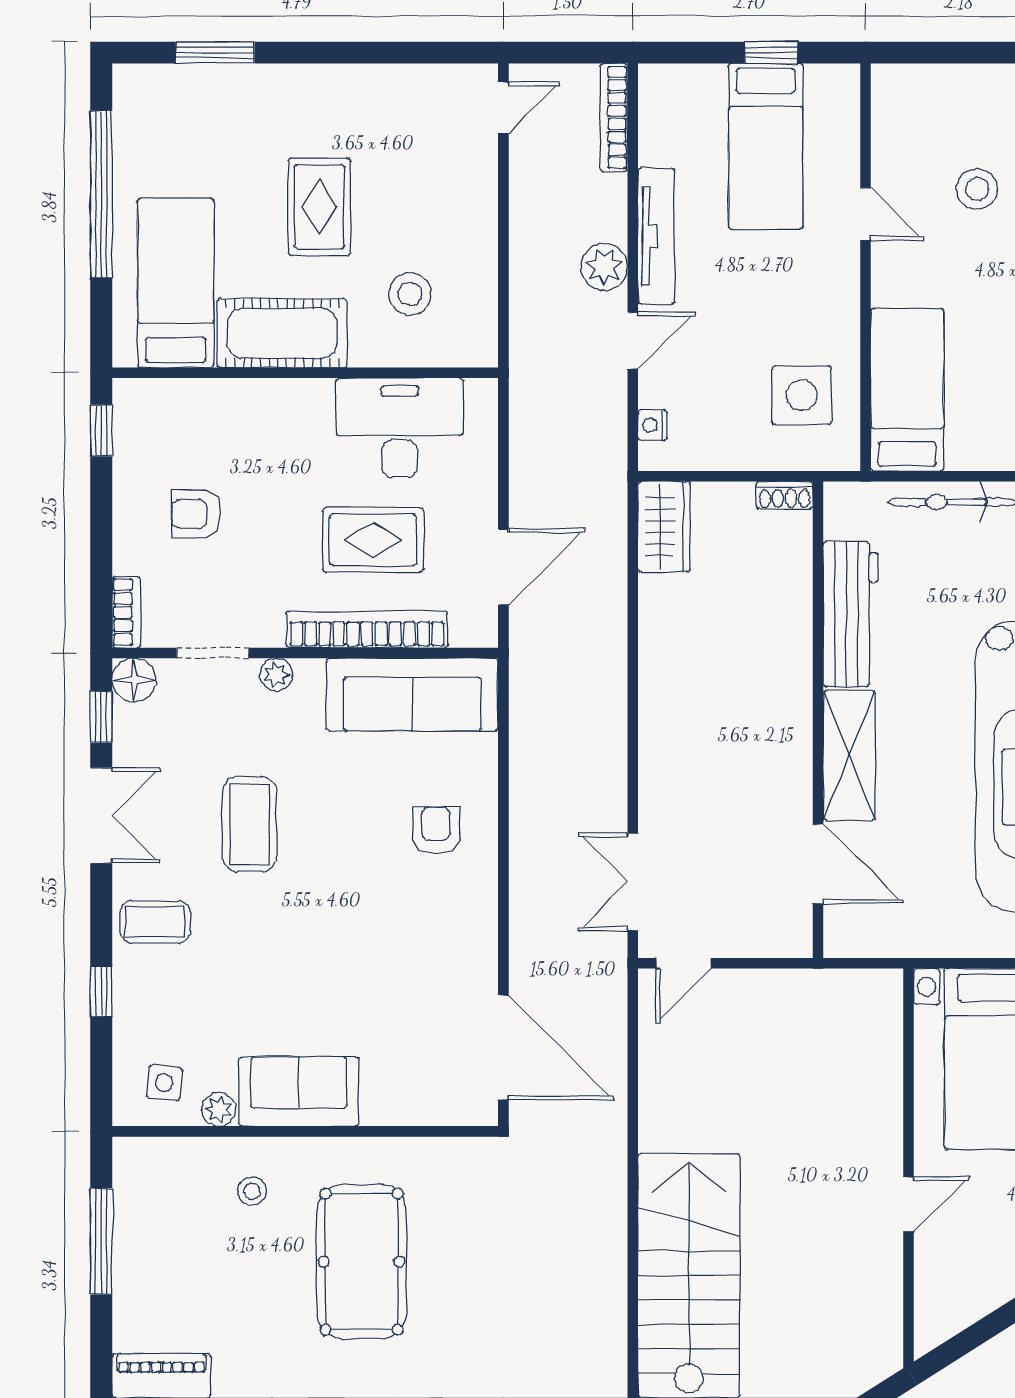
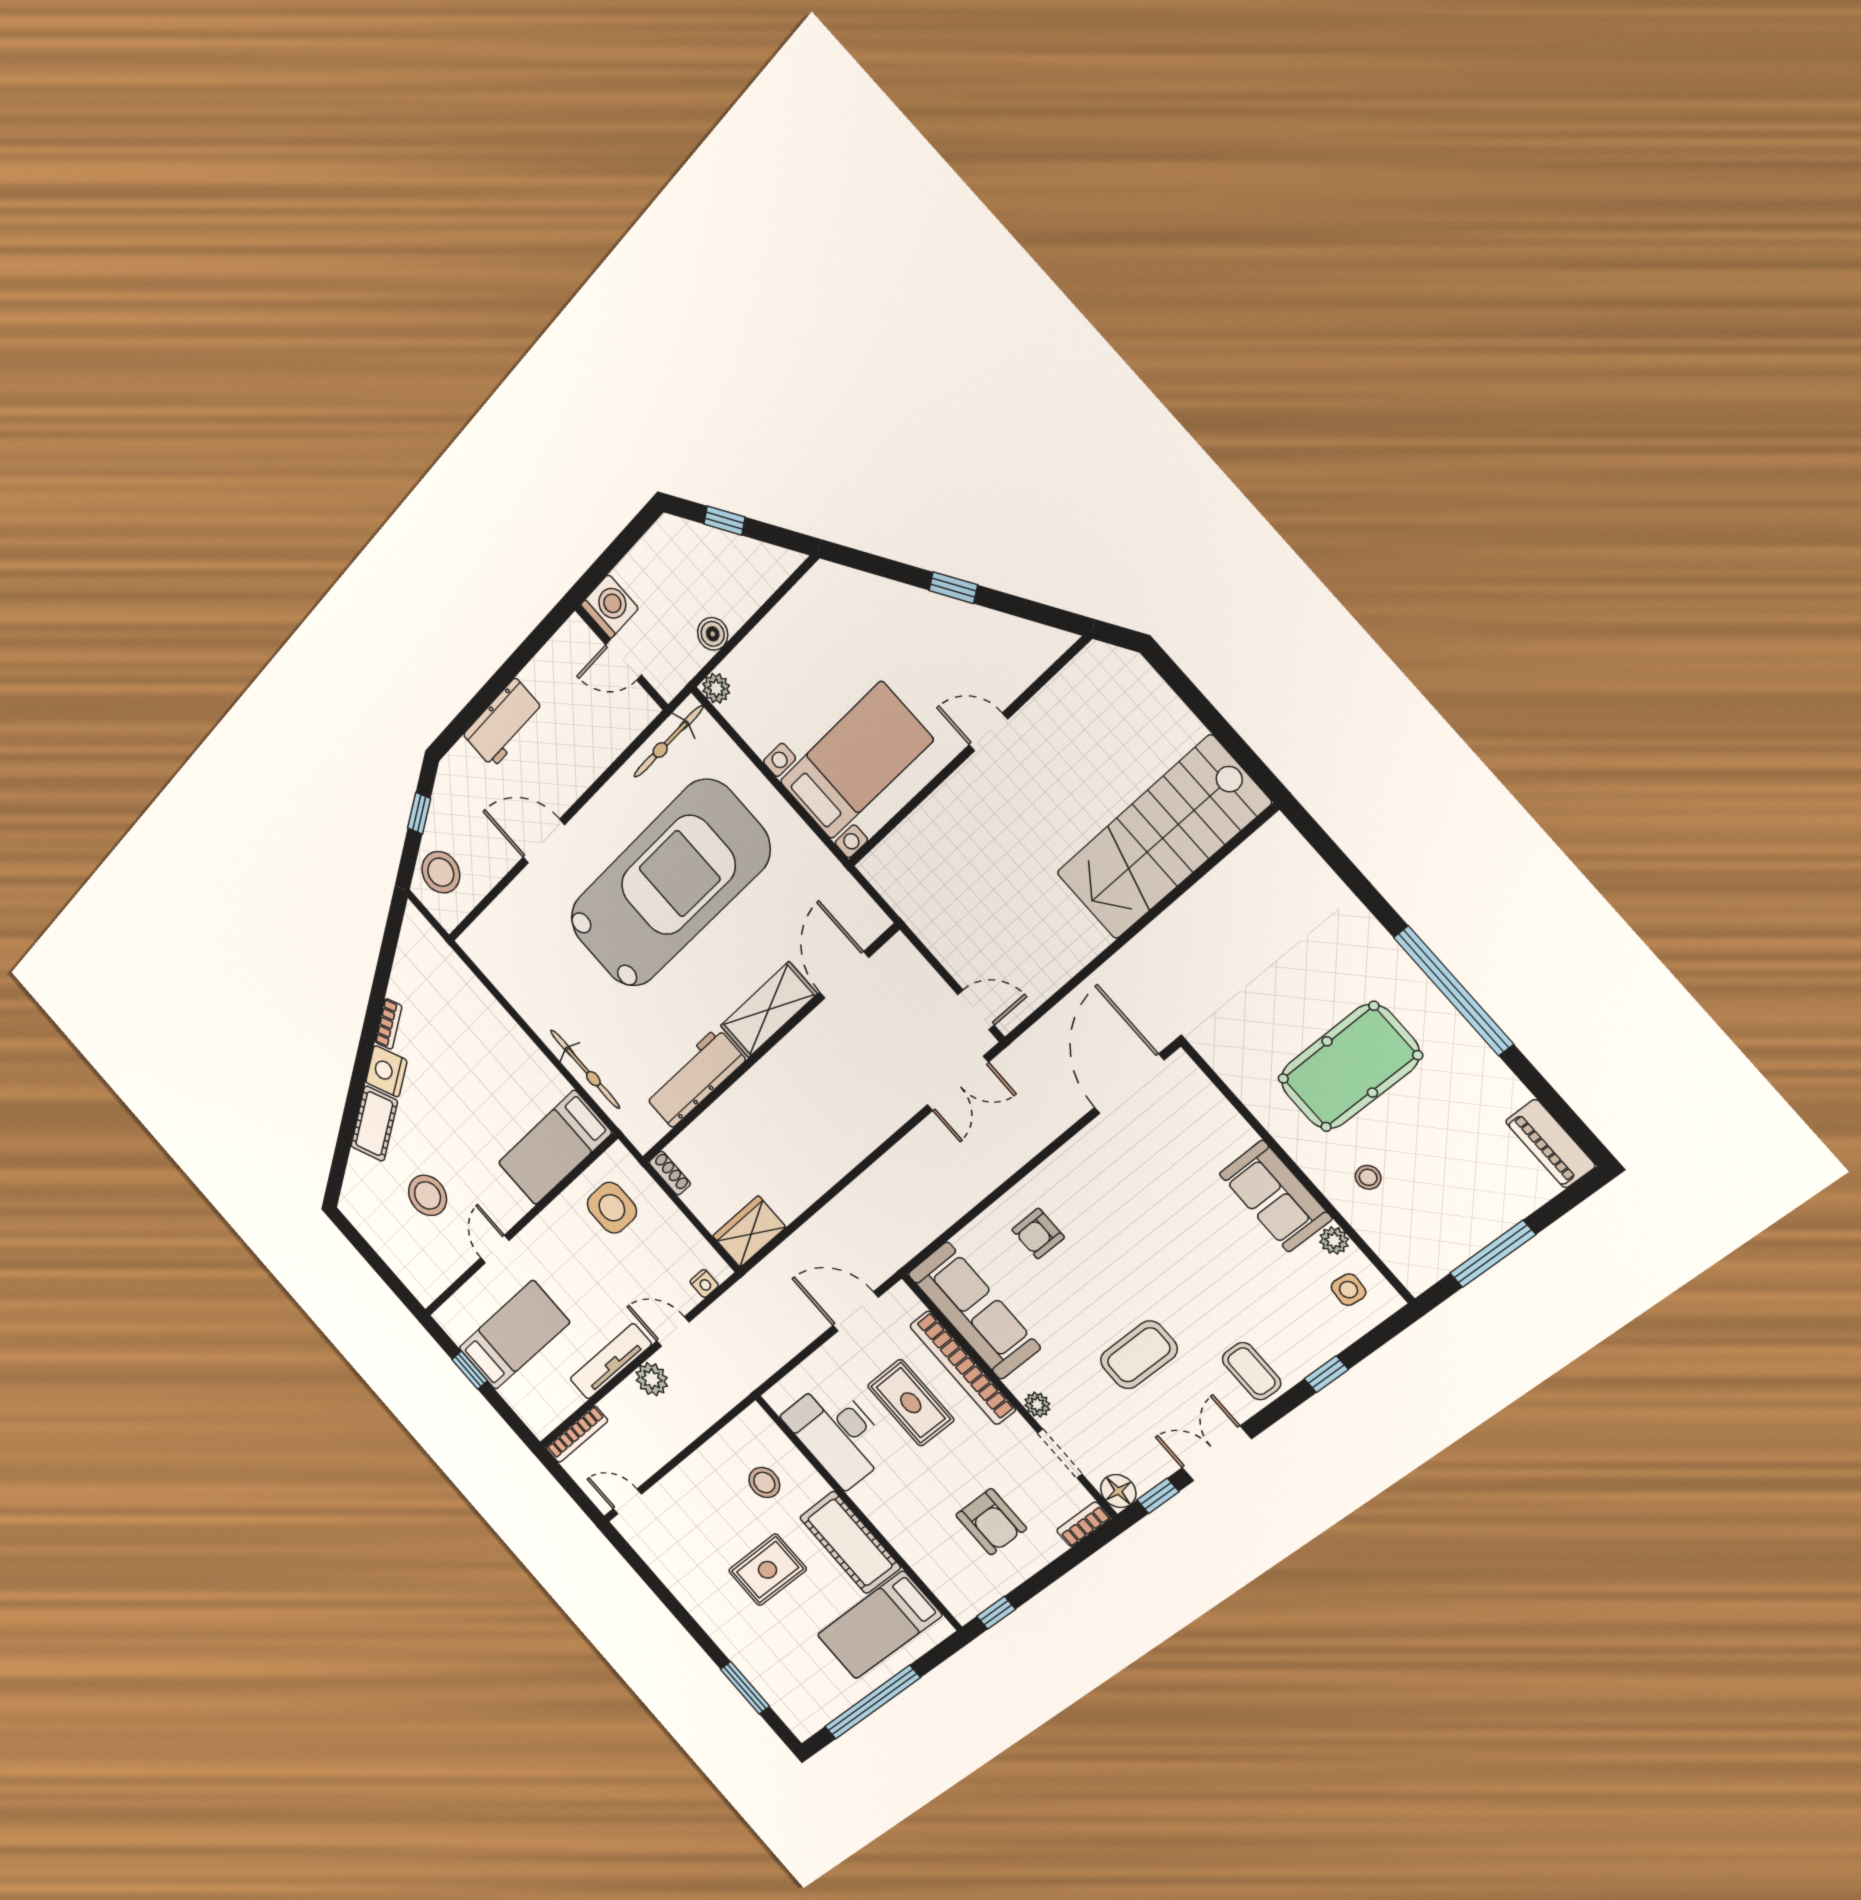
stool: (977, 189) -> (428, 1195), width x1.38, depth x1.38
armchair: (196, 514) -> (991, 1522), width x1.38, depth x1.38

